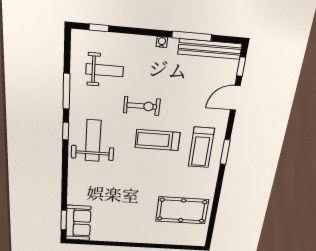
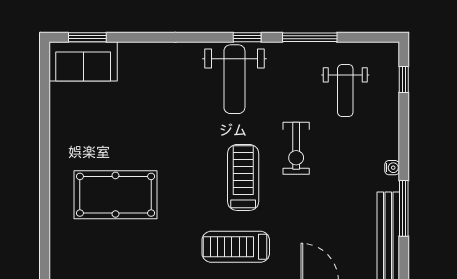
weight bench: (93, 141) -> (234, 79), turned 90
pool table: (182, 210) -> (115, 195), moved, turned 90

